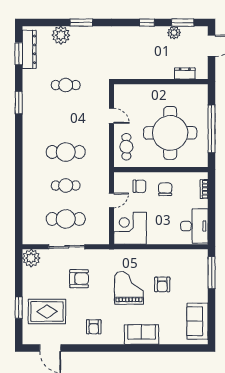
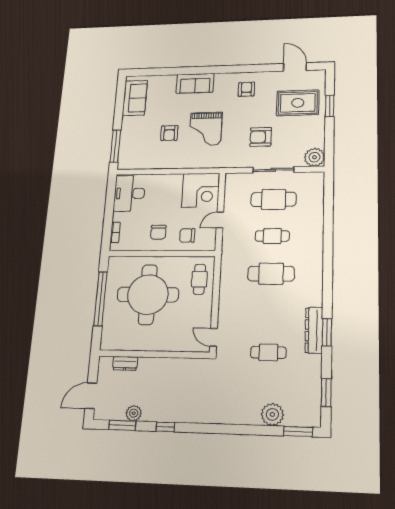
window: (81, 23) -> (298, 431), moved
dresser: (29, 49) -> (314, 330), moved
door: (112, 116) -> (214, 337), moved
armchair: (162, 284) -> (169, 133), turned 180

